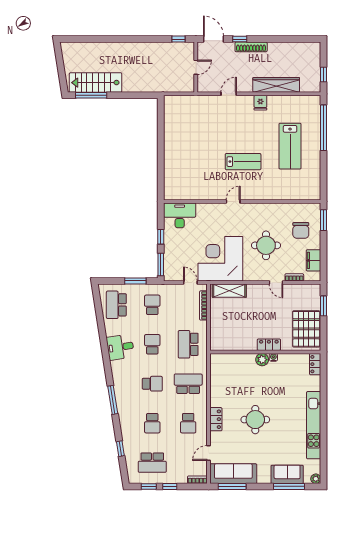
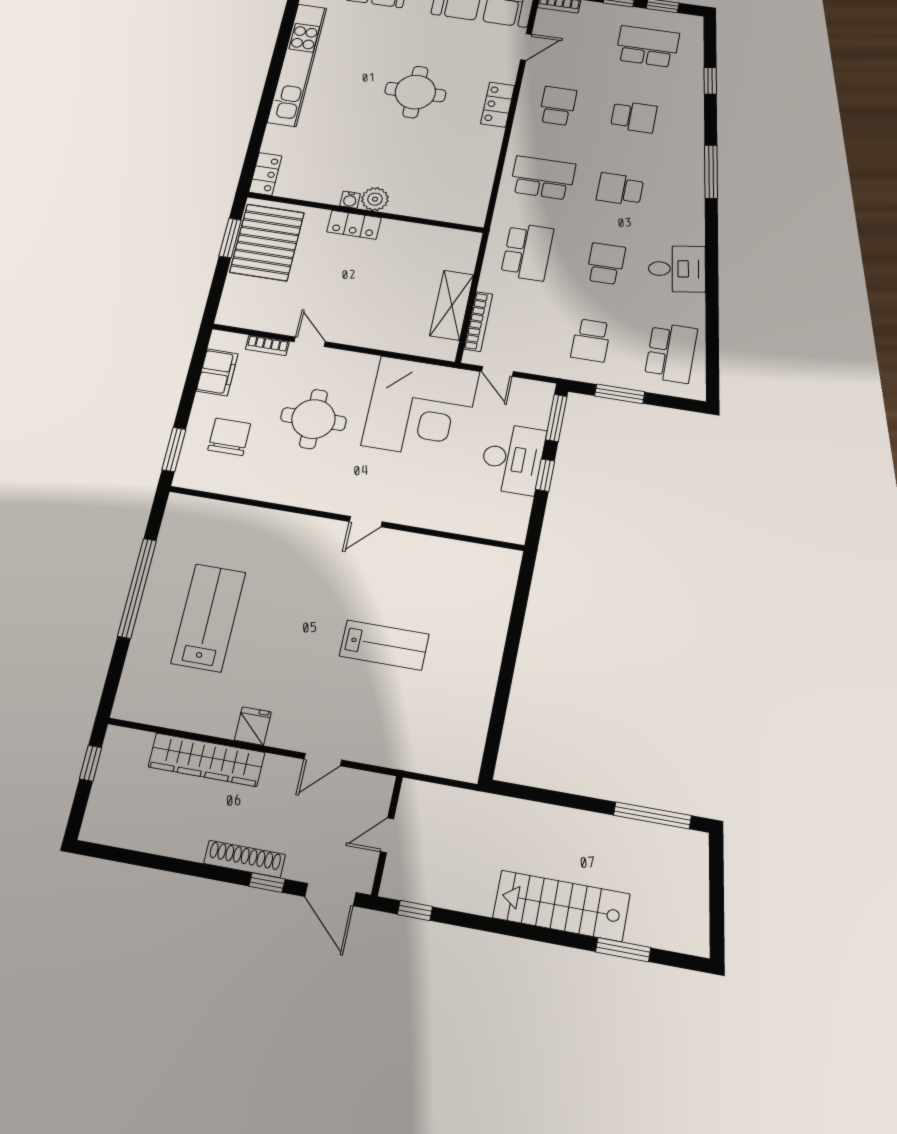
window: (94, 39) -> (623, 950), added
stairs: (96, 83) -> (561, 906), moved, turned 180
window: (324, 128) -> (137, 588), moved
lab bench: (243, 162) -> (384, 645), moved, turned 180
desk: (180, 215) -> (512, 459), moved, turned -90
shelving: (229, 291) -> (452, 305), moved, turned 90
window: (324, 306) -> (230, 238), moved
school desk: (152, 344) -> (606, 264), turned 180
school desk: (188, 384) -> (543, 178), turned 180
school desk: (152, 423) -> (634, 117), turned 90

